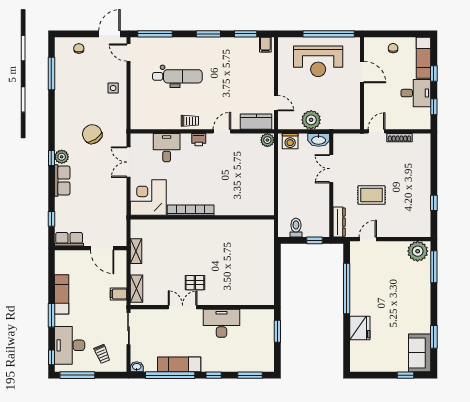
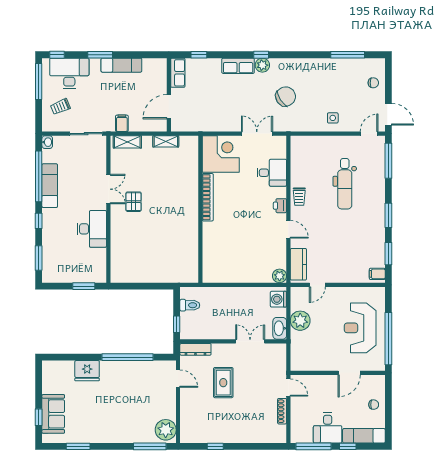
window: (434, 107) -> (314, 446), width x2.17
sofa: (420, 353) -> (53, 414), moved, turned 90

